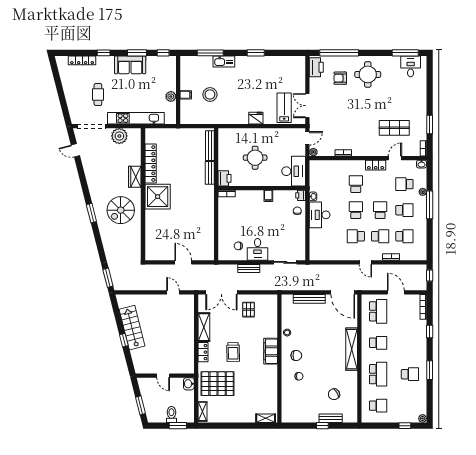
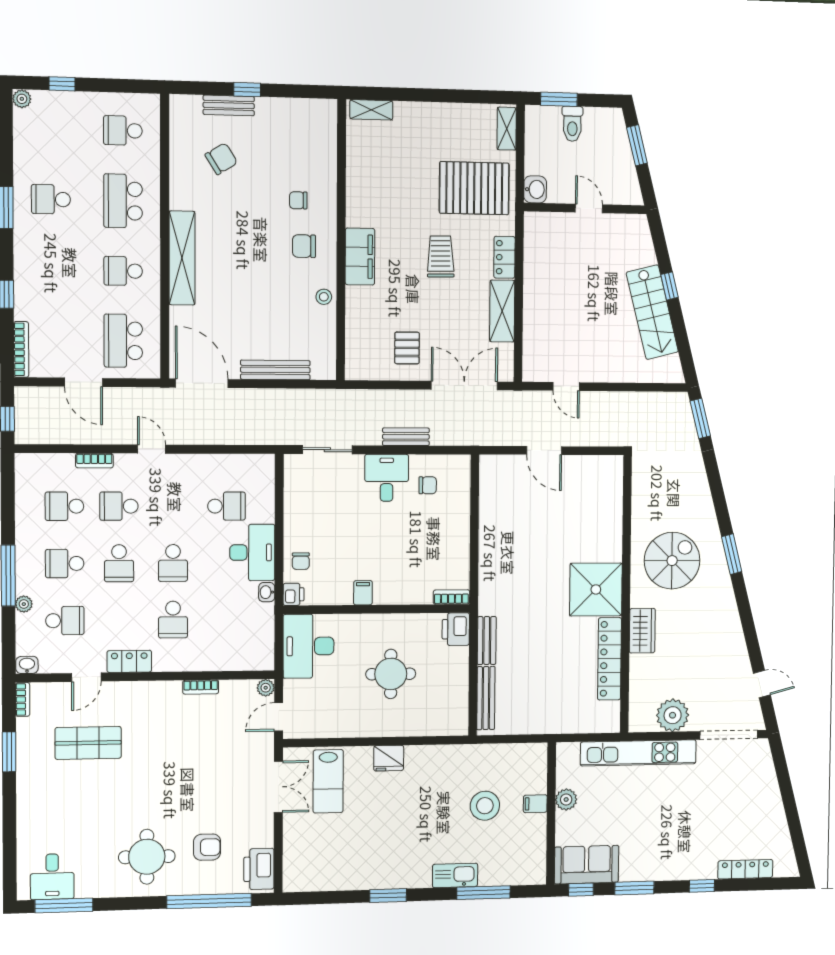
sofa: (130, 65) -> (587, 865), moved
cafe table: (98, 95) -> (715, 800), removed
school desk: (356, 236) -> (227, 506), moved

